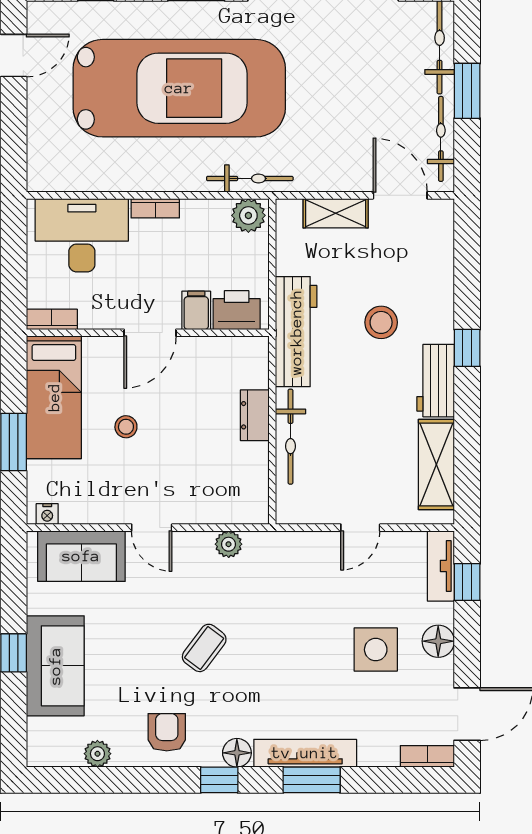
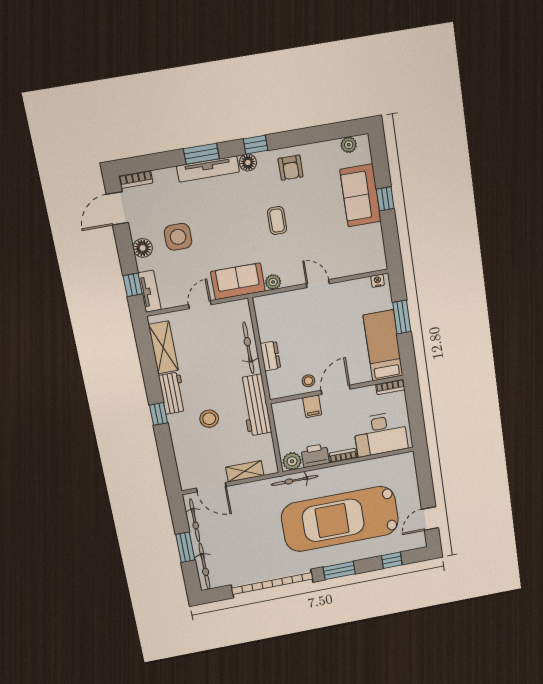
printer: (237, 310) -> (315, 456), moved, turned 180
stool: (126, 427) -> (308, 381), moved
sofa: (81, 556) -> (238, 281), moved
coffee table: (204, 648) -> (277, 221), turned -37
plant: (97, 754) -> (349, 145), moved

